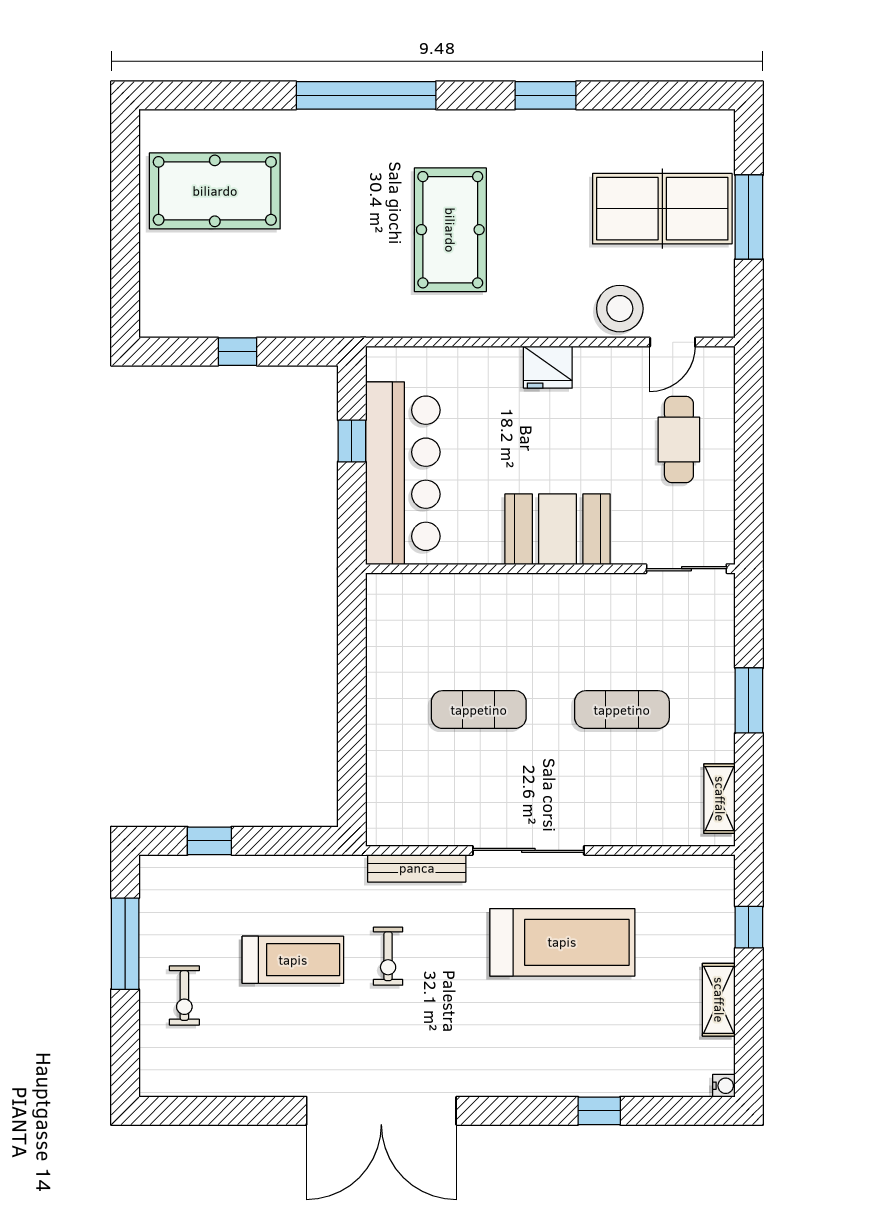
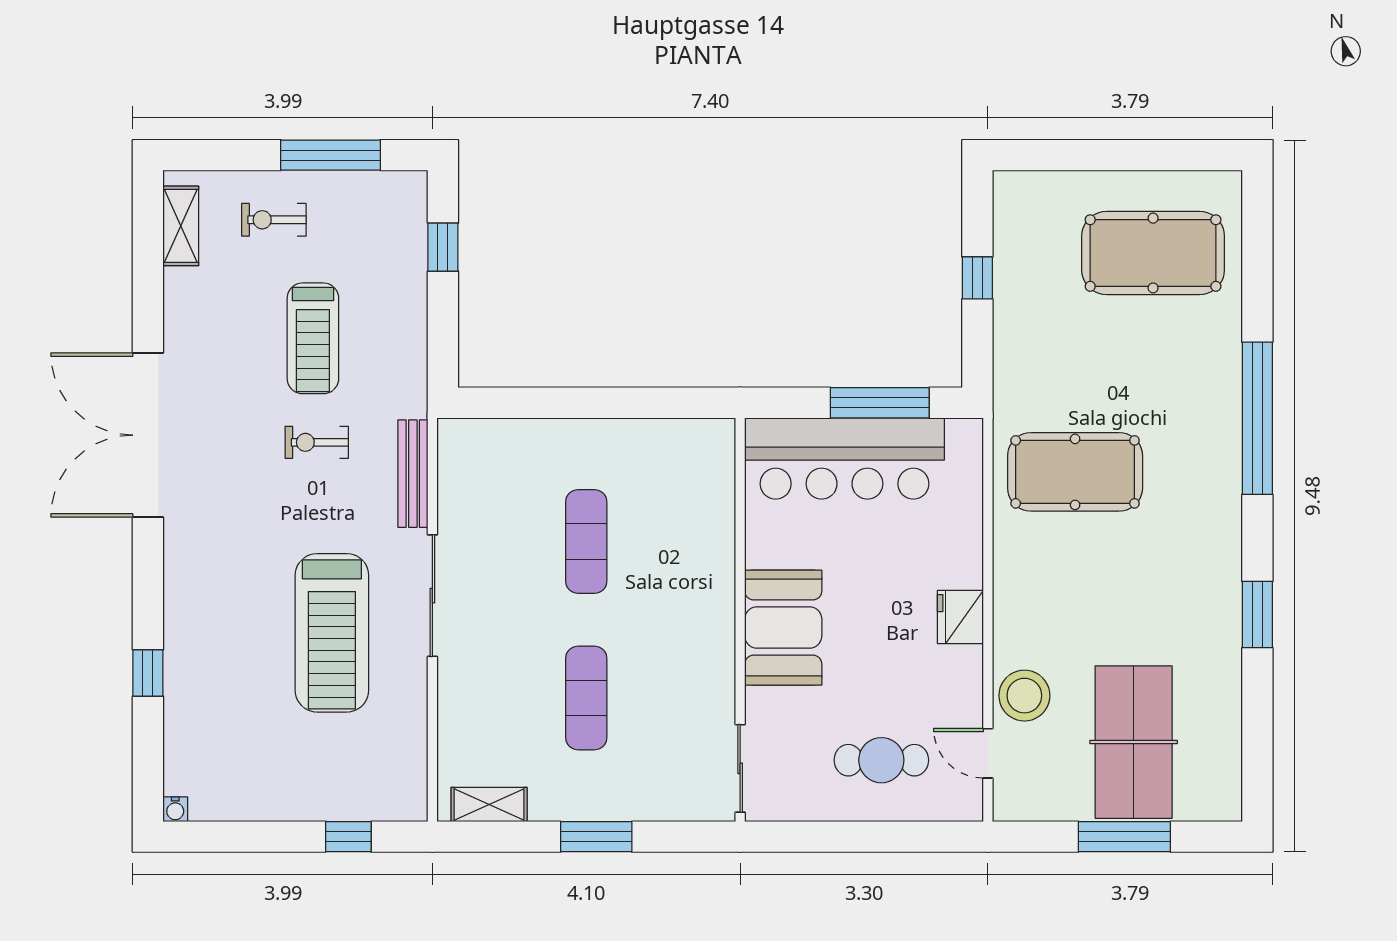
pool table: (215, 191) -> (1153, 253), turned 90
pool table: (450, 230) -> (1075, 472), moved
window: (352, 441) -> (880, 403), width x2.17
shelving: (719, 1000) -> (181, 226), moved, turned 90

